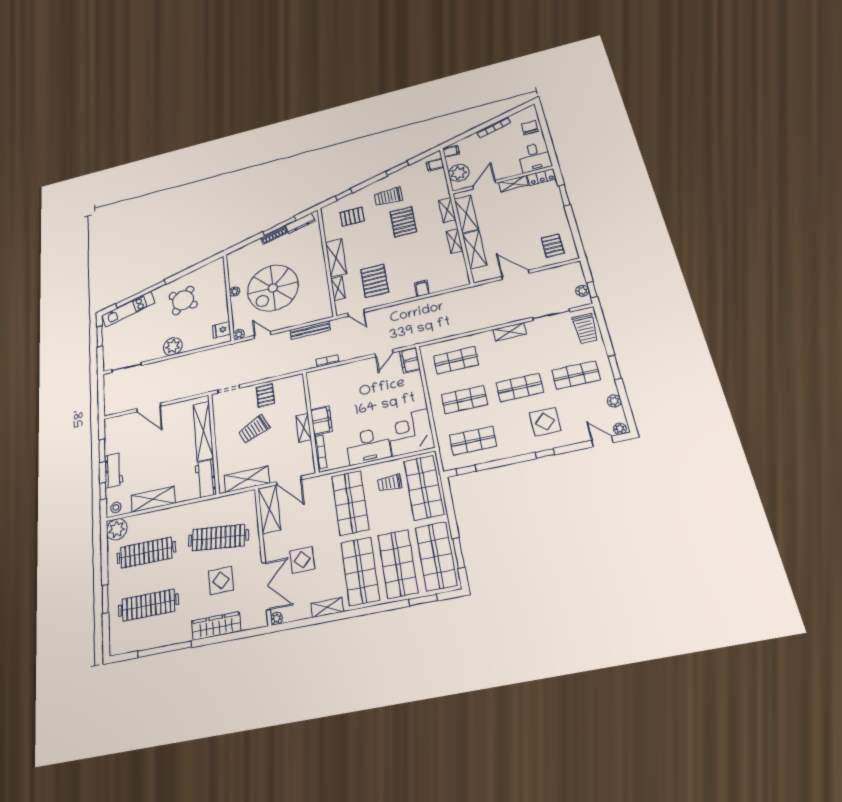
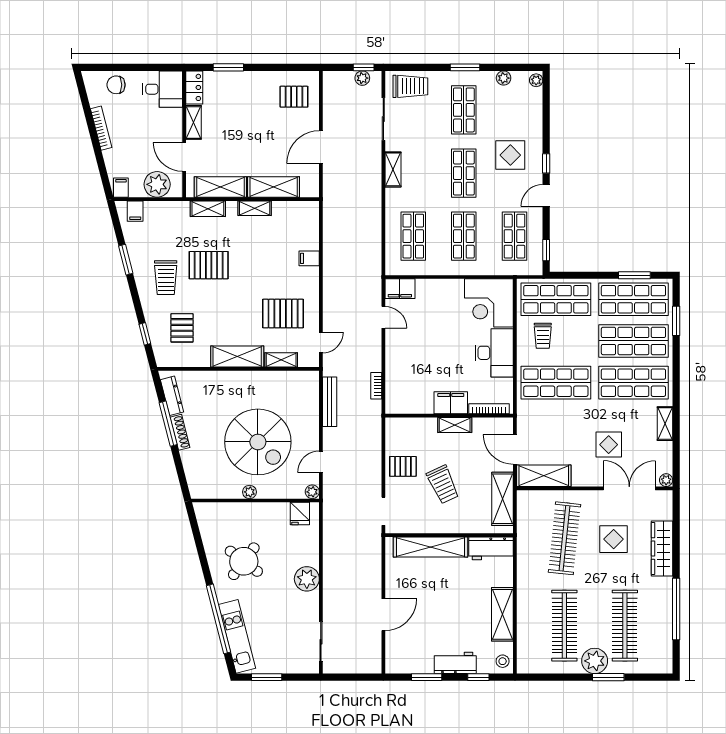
door: (602, 441) -> (546, 195), moved
door: (289, 481) -> (515, 449), swing flipped
plant: (117, 529) -> (595, 661), moved

